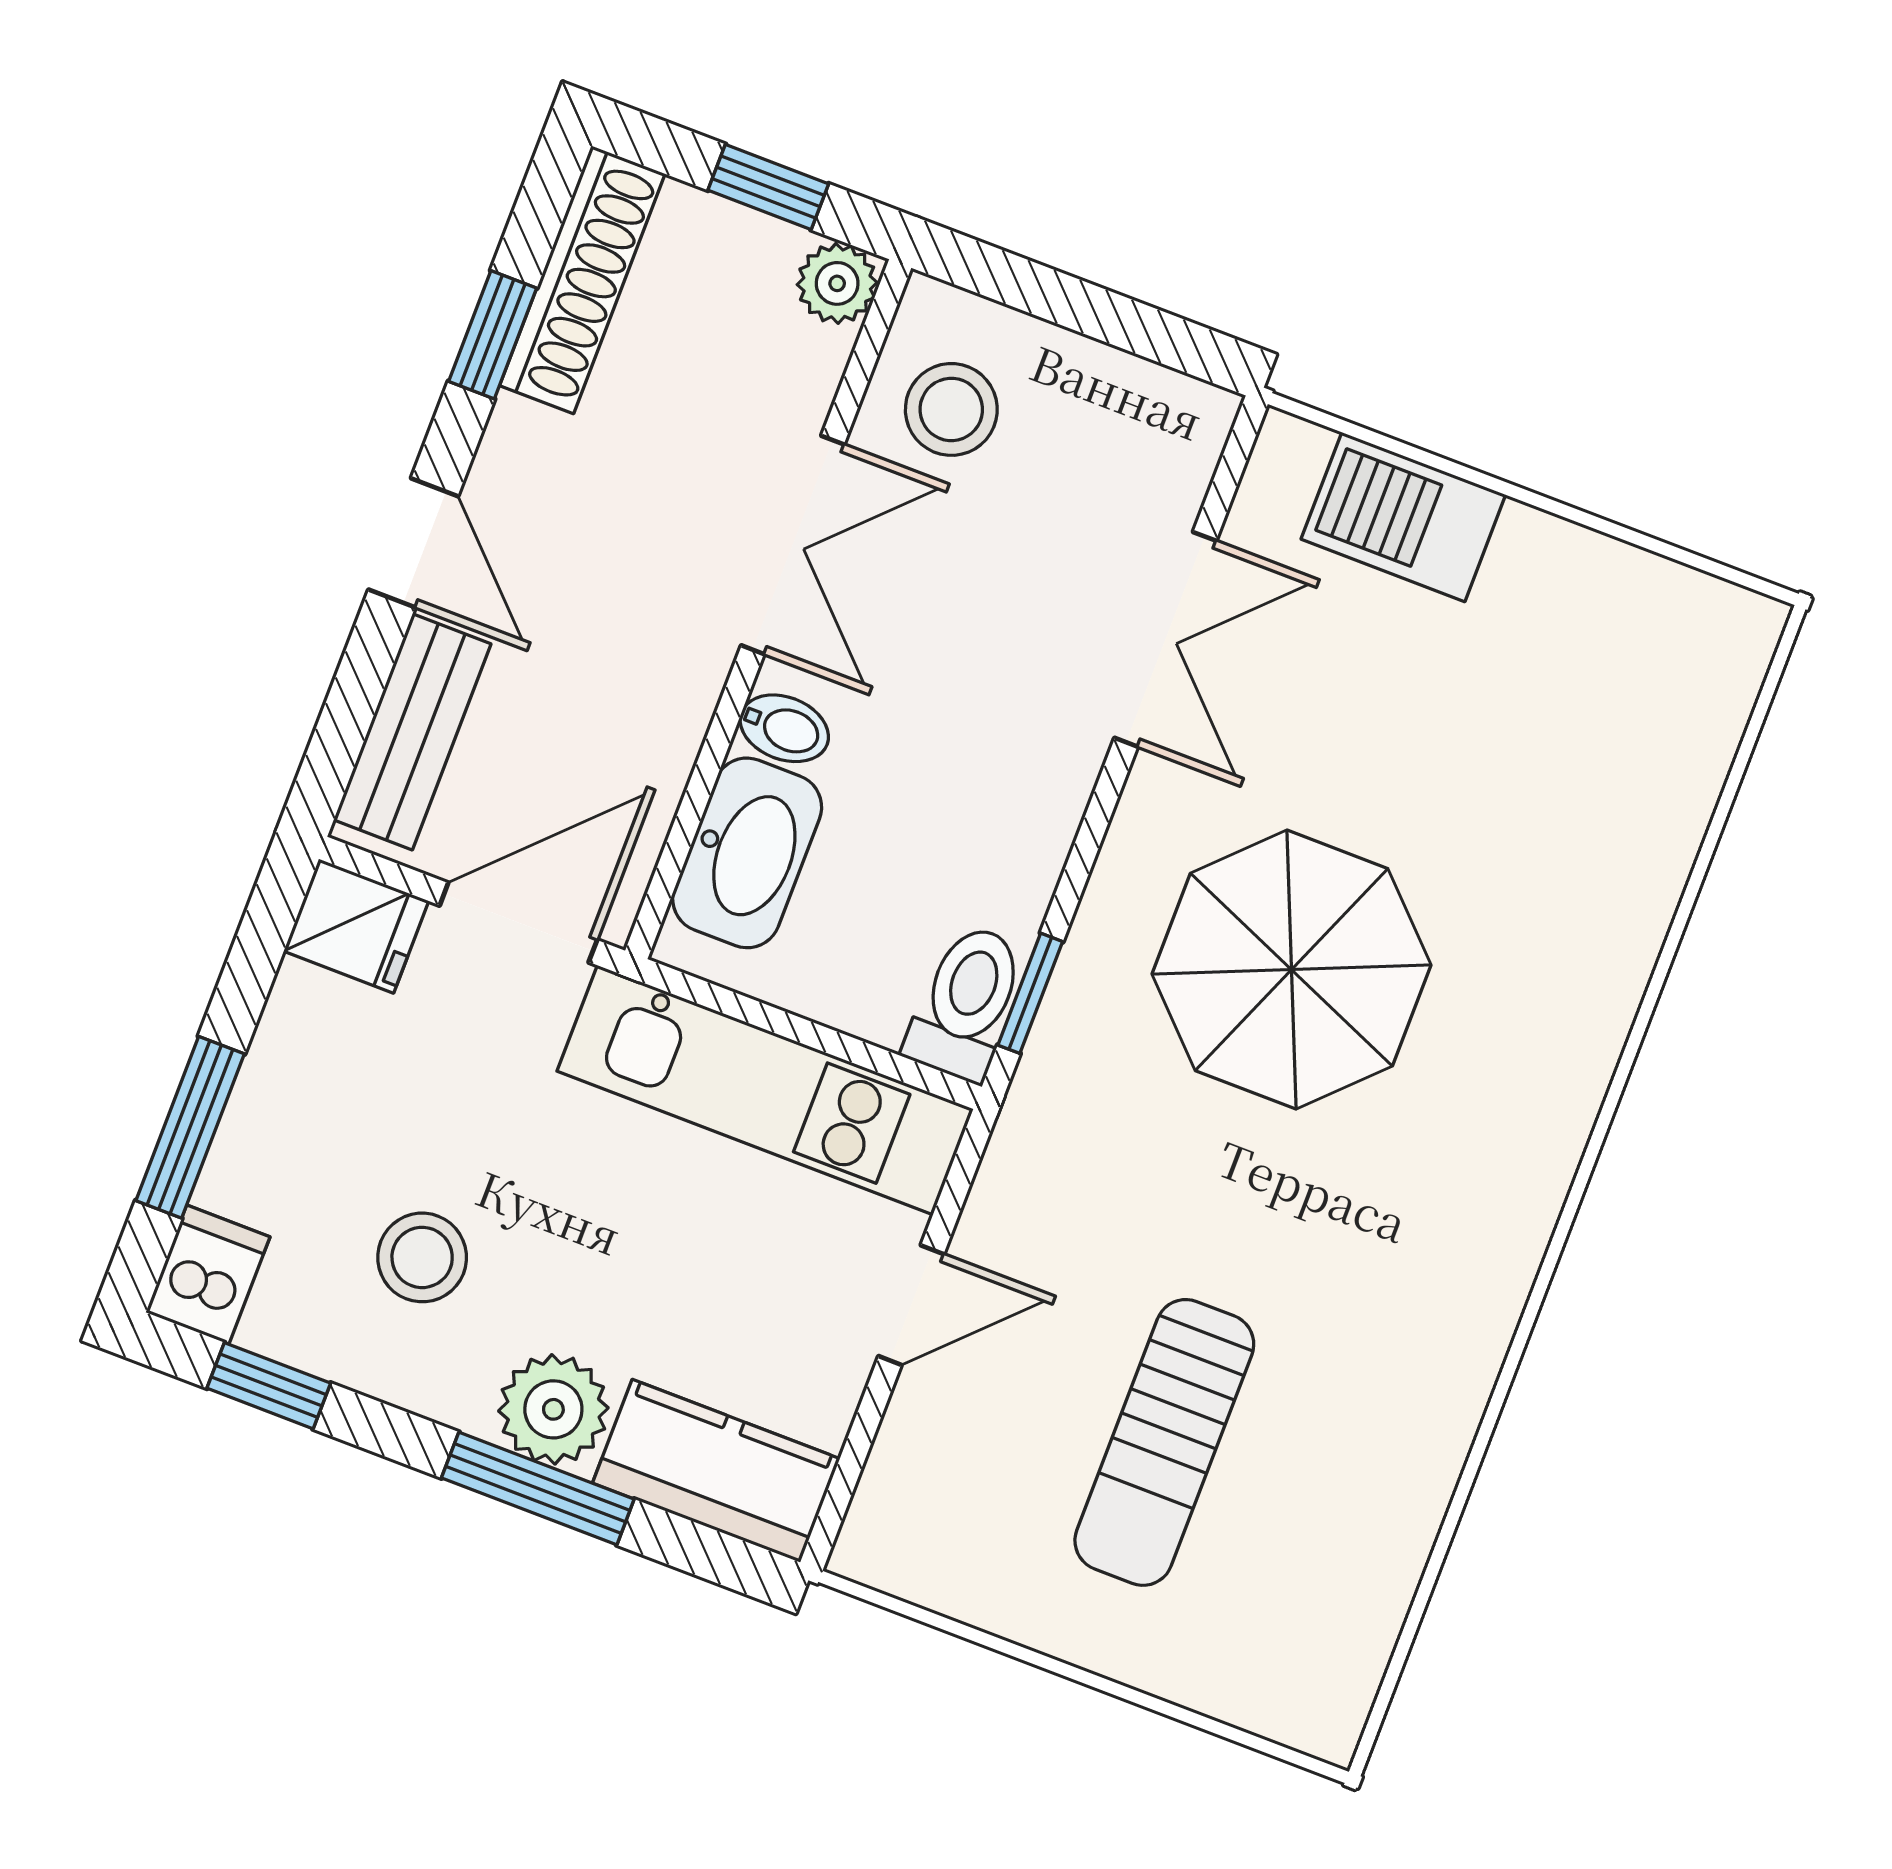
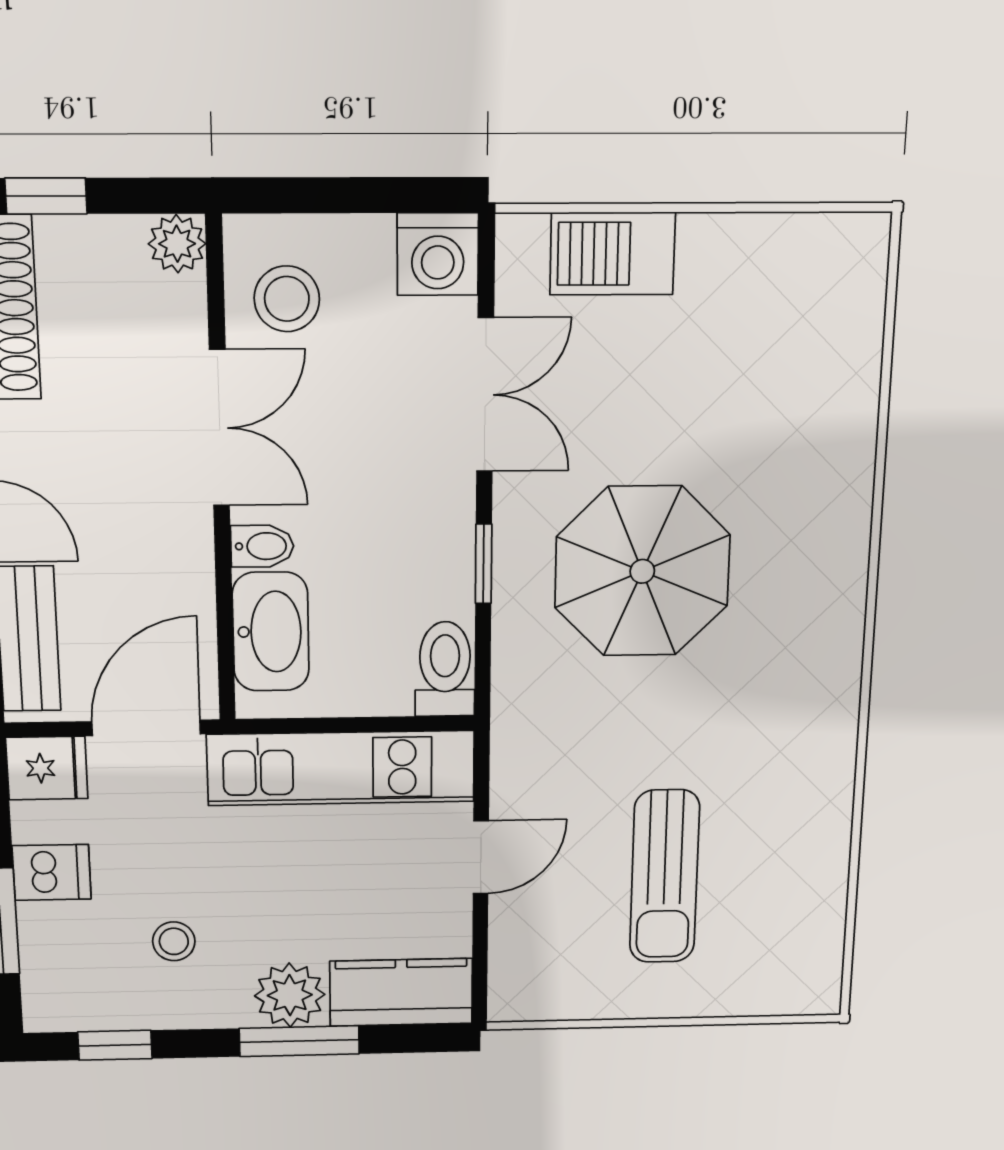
window: (768, 187) -> (46, 196), moved
washing machine: (1172, 428) -> (438, 254), added
window: (1030, 993) -> (484, 564), moved
stool: (422, 1257) -> (174, 941), width x0.73, depth x0.73
dishwasher: (208, 1275) -> (52, 872), moved, turned 90

